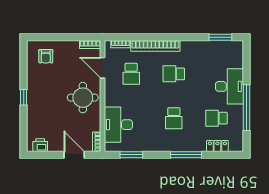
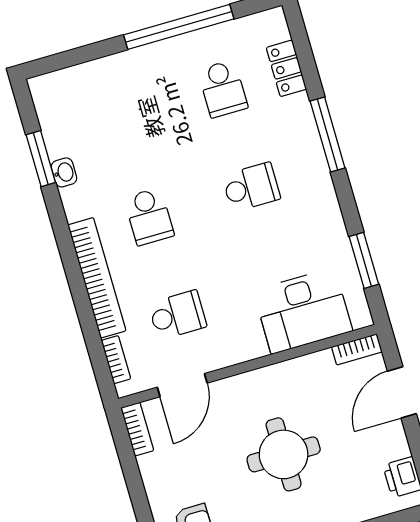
window: (220, 37) -> (41, 159), moved
washbasin: (201, 45) -> (64, 172), added
desk: (229, 86) -> (141, 80), removed
round table: (83, 98) -> (284, 454), moved

